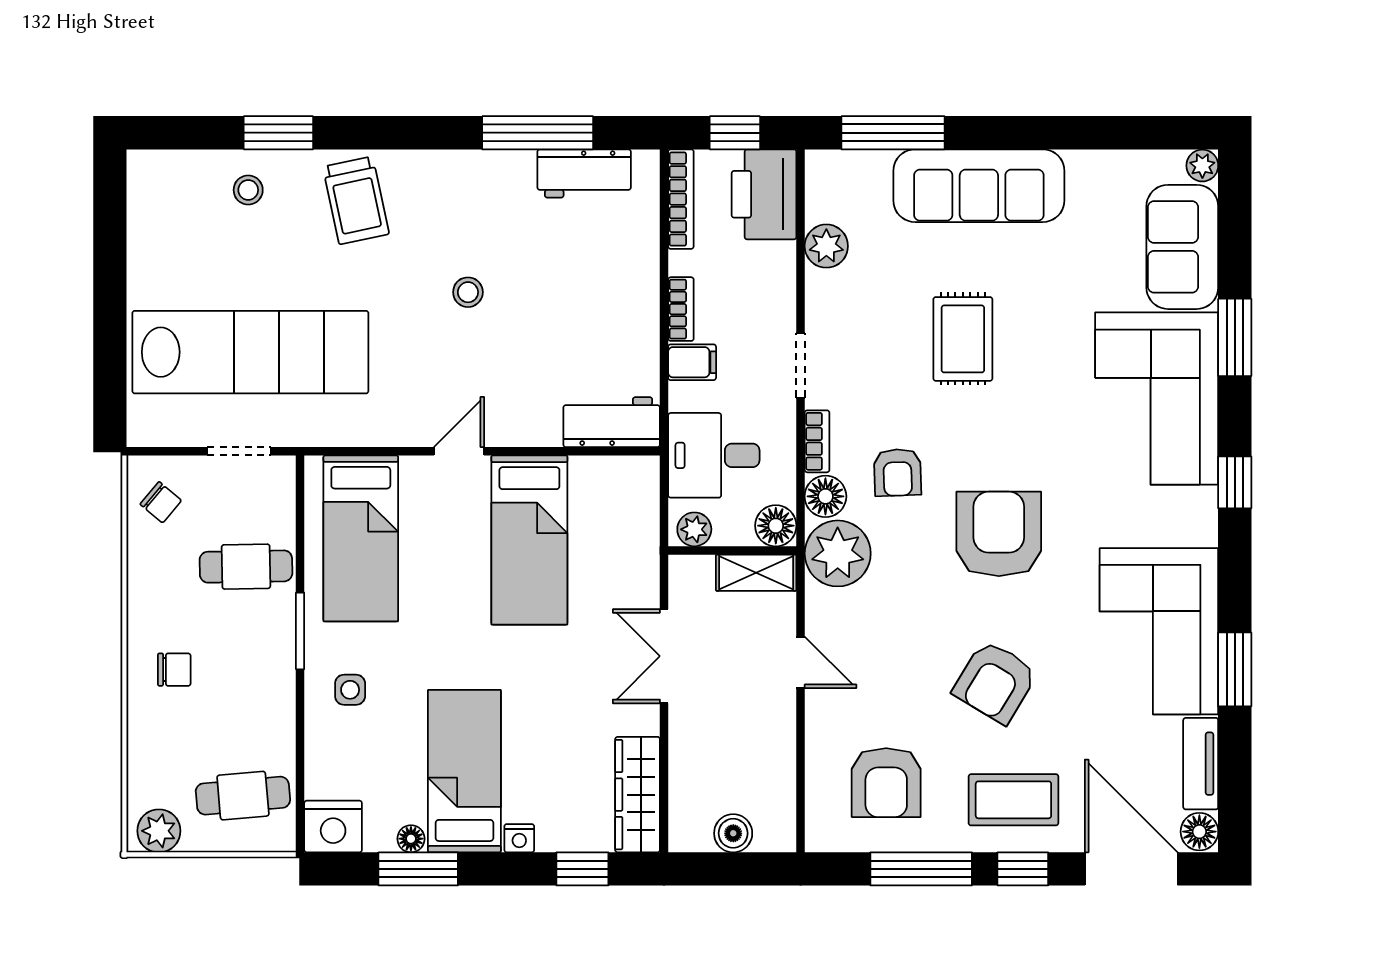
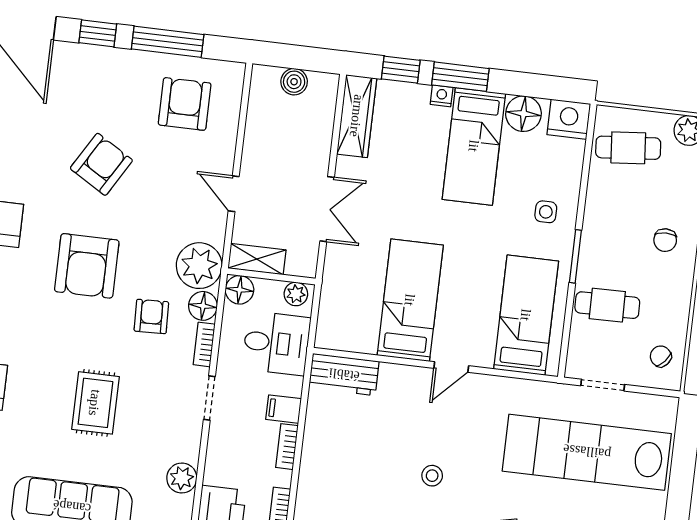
chair: (174, 670) -> (665, 240), turned -90
coffee table: (1013, 800) -> (98, 82), removed
floor lamp: (411, 839) -> (523, 114), width x1.89, depth x1.89
window: (418, 869) -> (460, 77), moved

